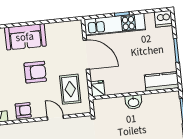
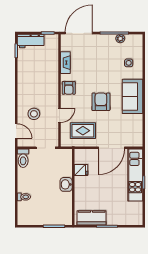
dishwasher: (163, 19) -> (136, 218), removed
armchair: (35, 72) -> (101, 102), turned 180
kitchen counter: (162, 81) -> (92, 218), moved, turned -90
fridge: (98, 89) -> (81, 170), moved

